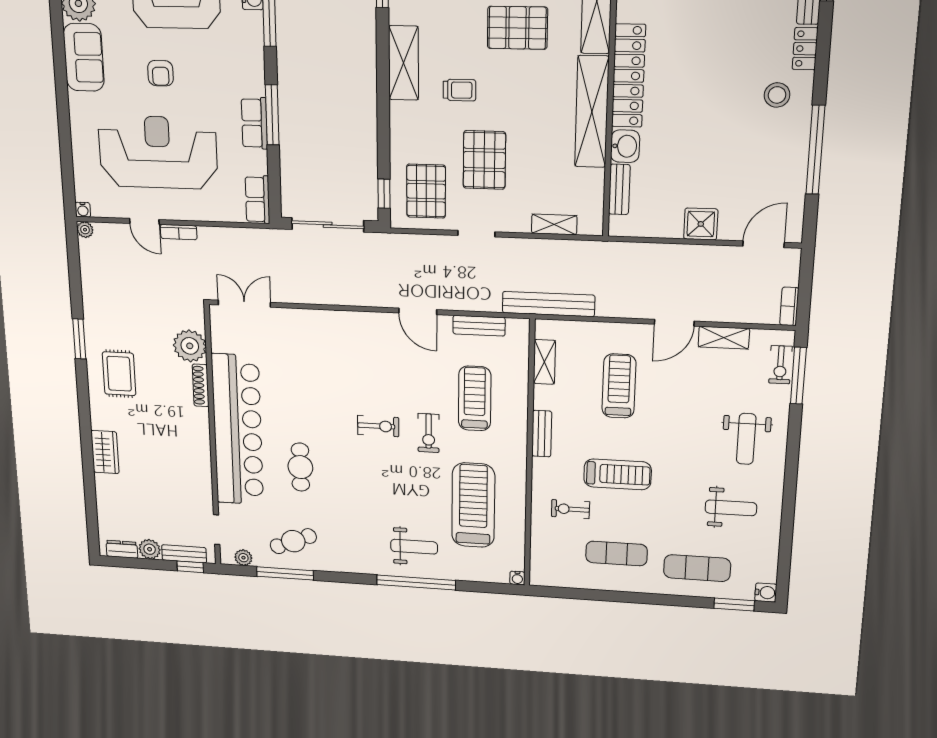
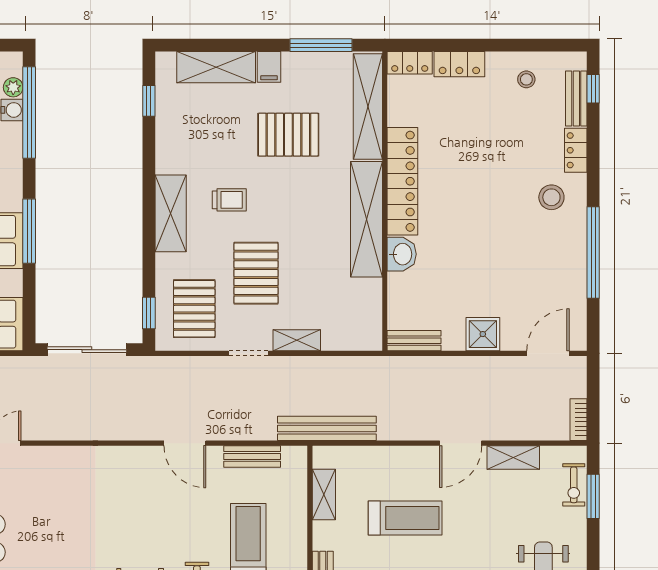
shelving: (403, 63) -> (171, 213), moved
bench: (619, 189) -> (414, 341), moved, turned 90
shelving: (554, 224) -> (297, 340), moved
window: (798, 376) -> (593, 496), width x0.69
treadmill: (619, 386) -> (405, 518), turned 90

